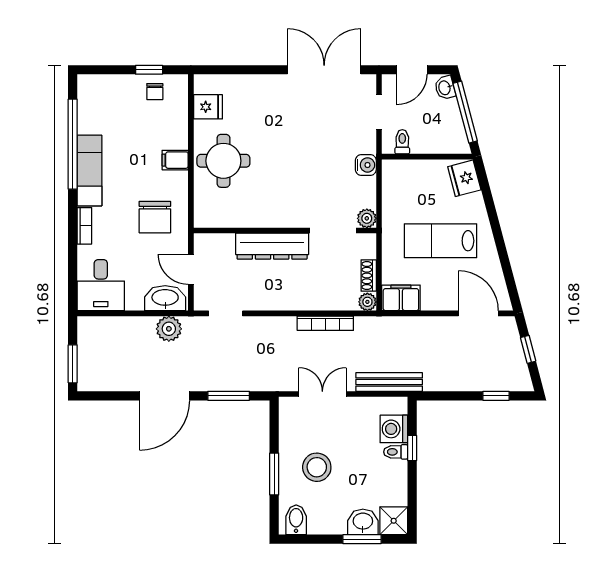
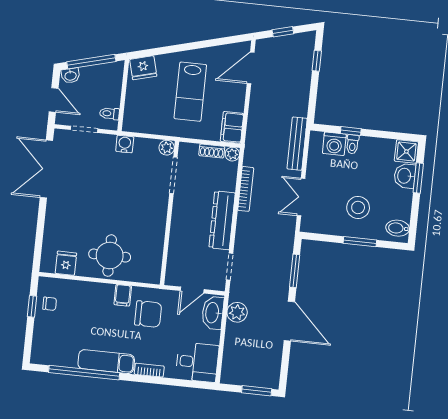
filing cabinet: (175, 160) -> (123, 295), moved
dresser: (272, 246) -> (222, 220), moved, turned 180

